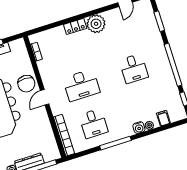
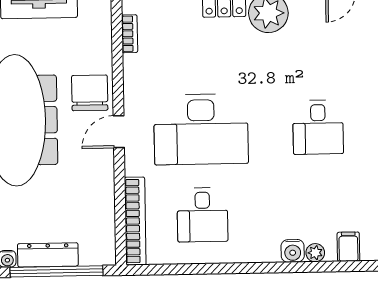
chair: (26, 84) -> (90, 93), turned 180
desk: (81, 85) -> (201, 129), width x1.36, depth x1.30
window: (115, 143) -> (235, 268), removed

